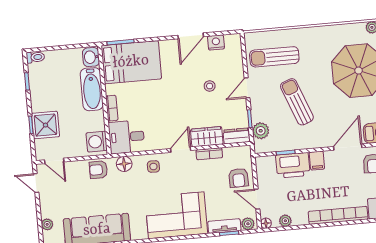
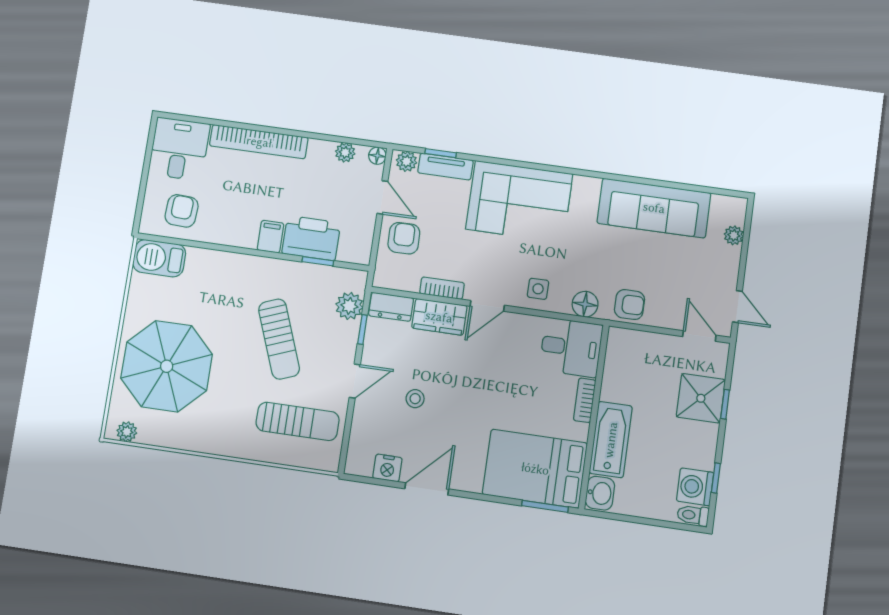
washing machine: (97, 142) -> (695, 487), moved, turned 180
door: (348, 147) -> (216, 247), removed

